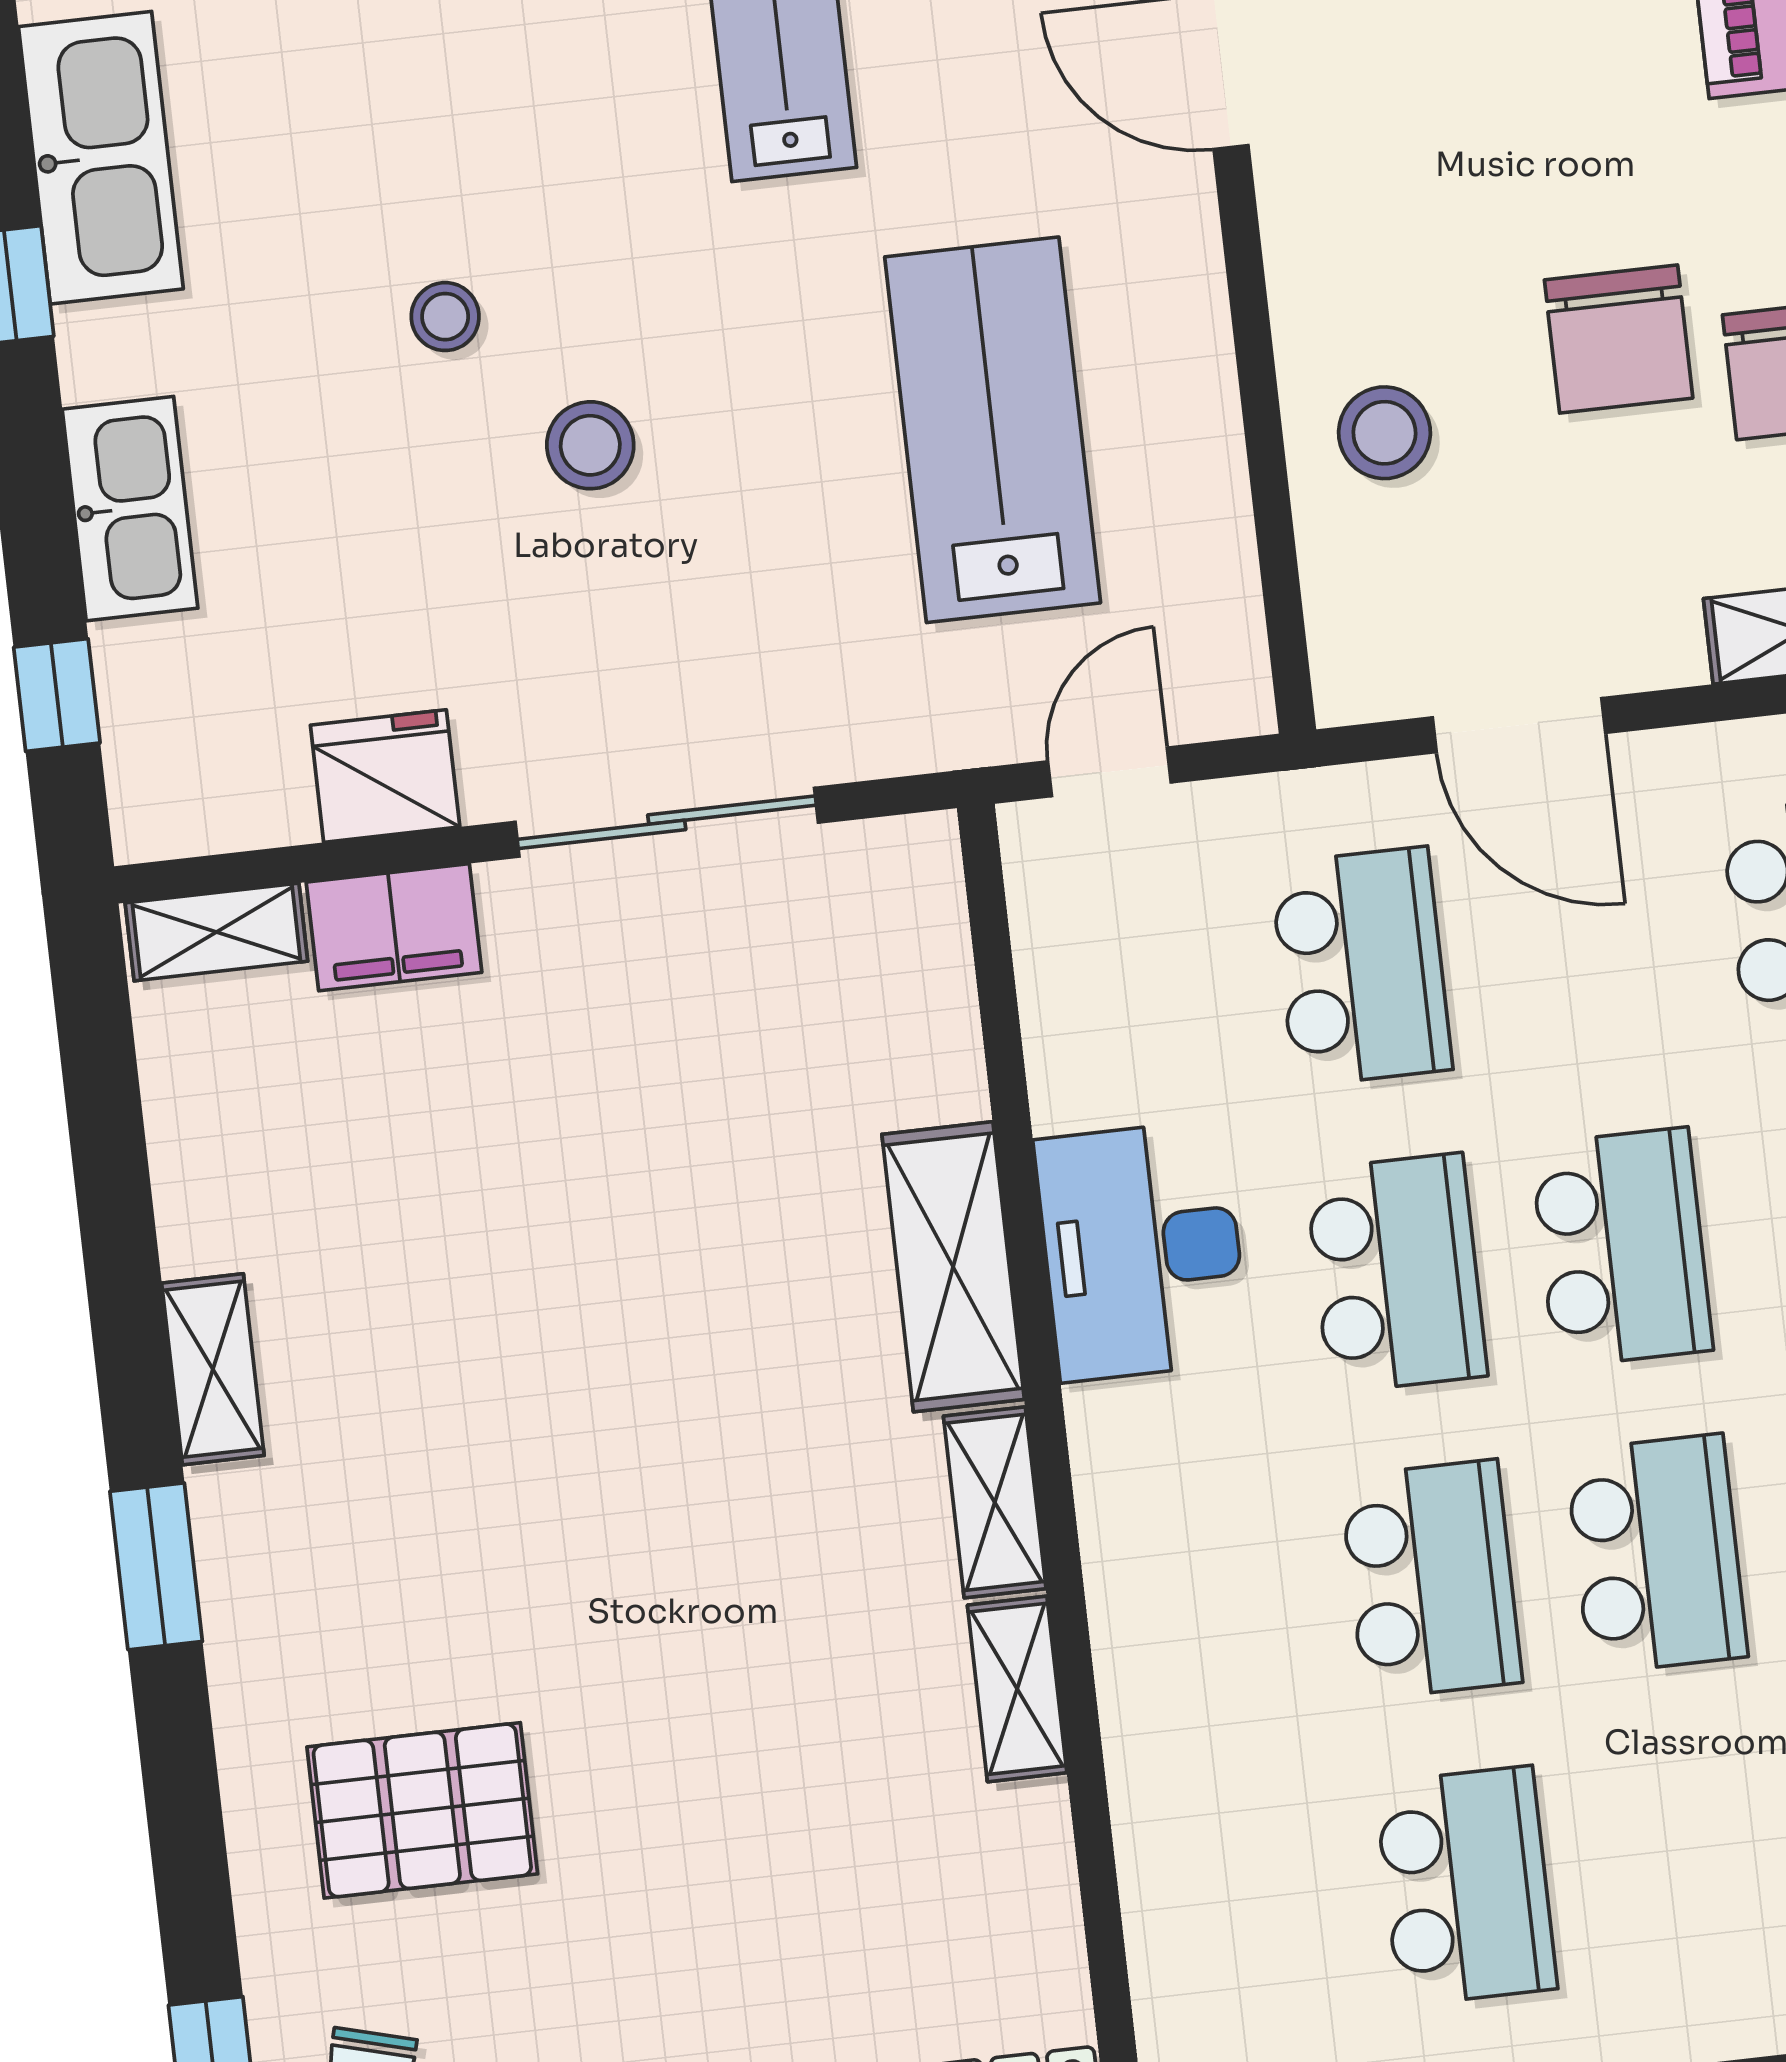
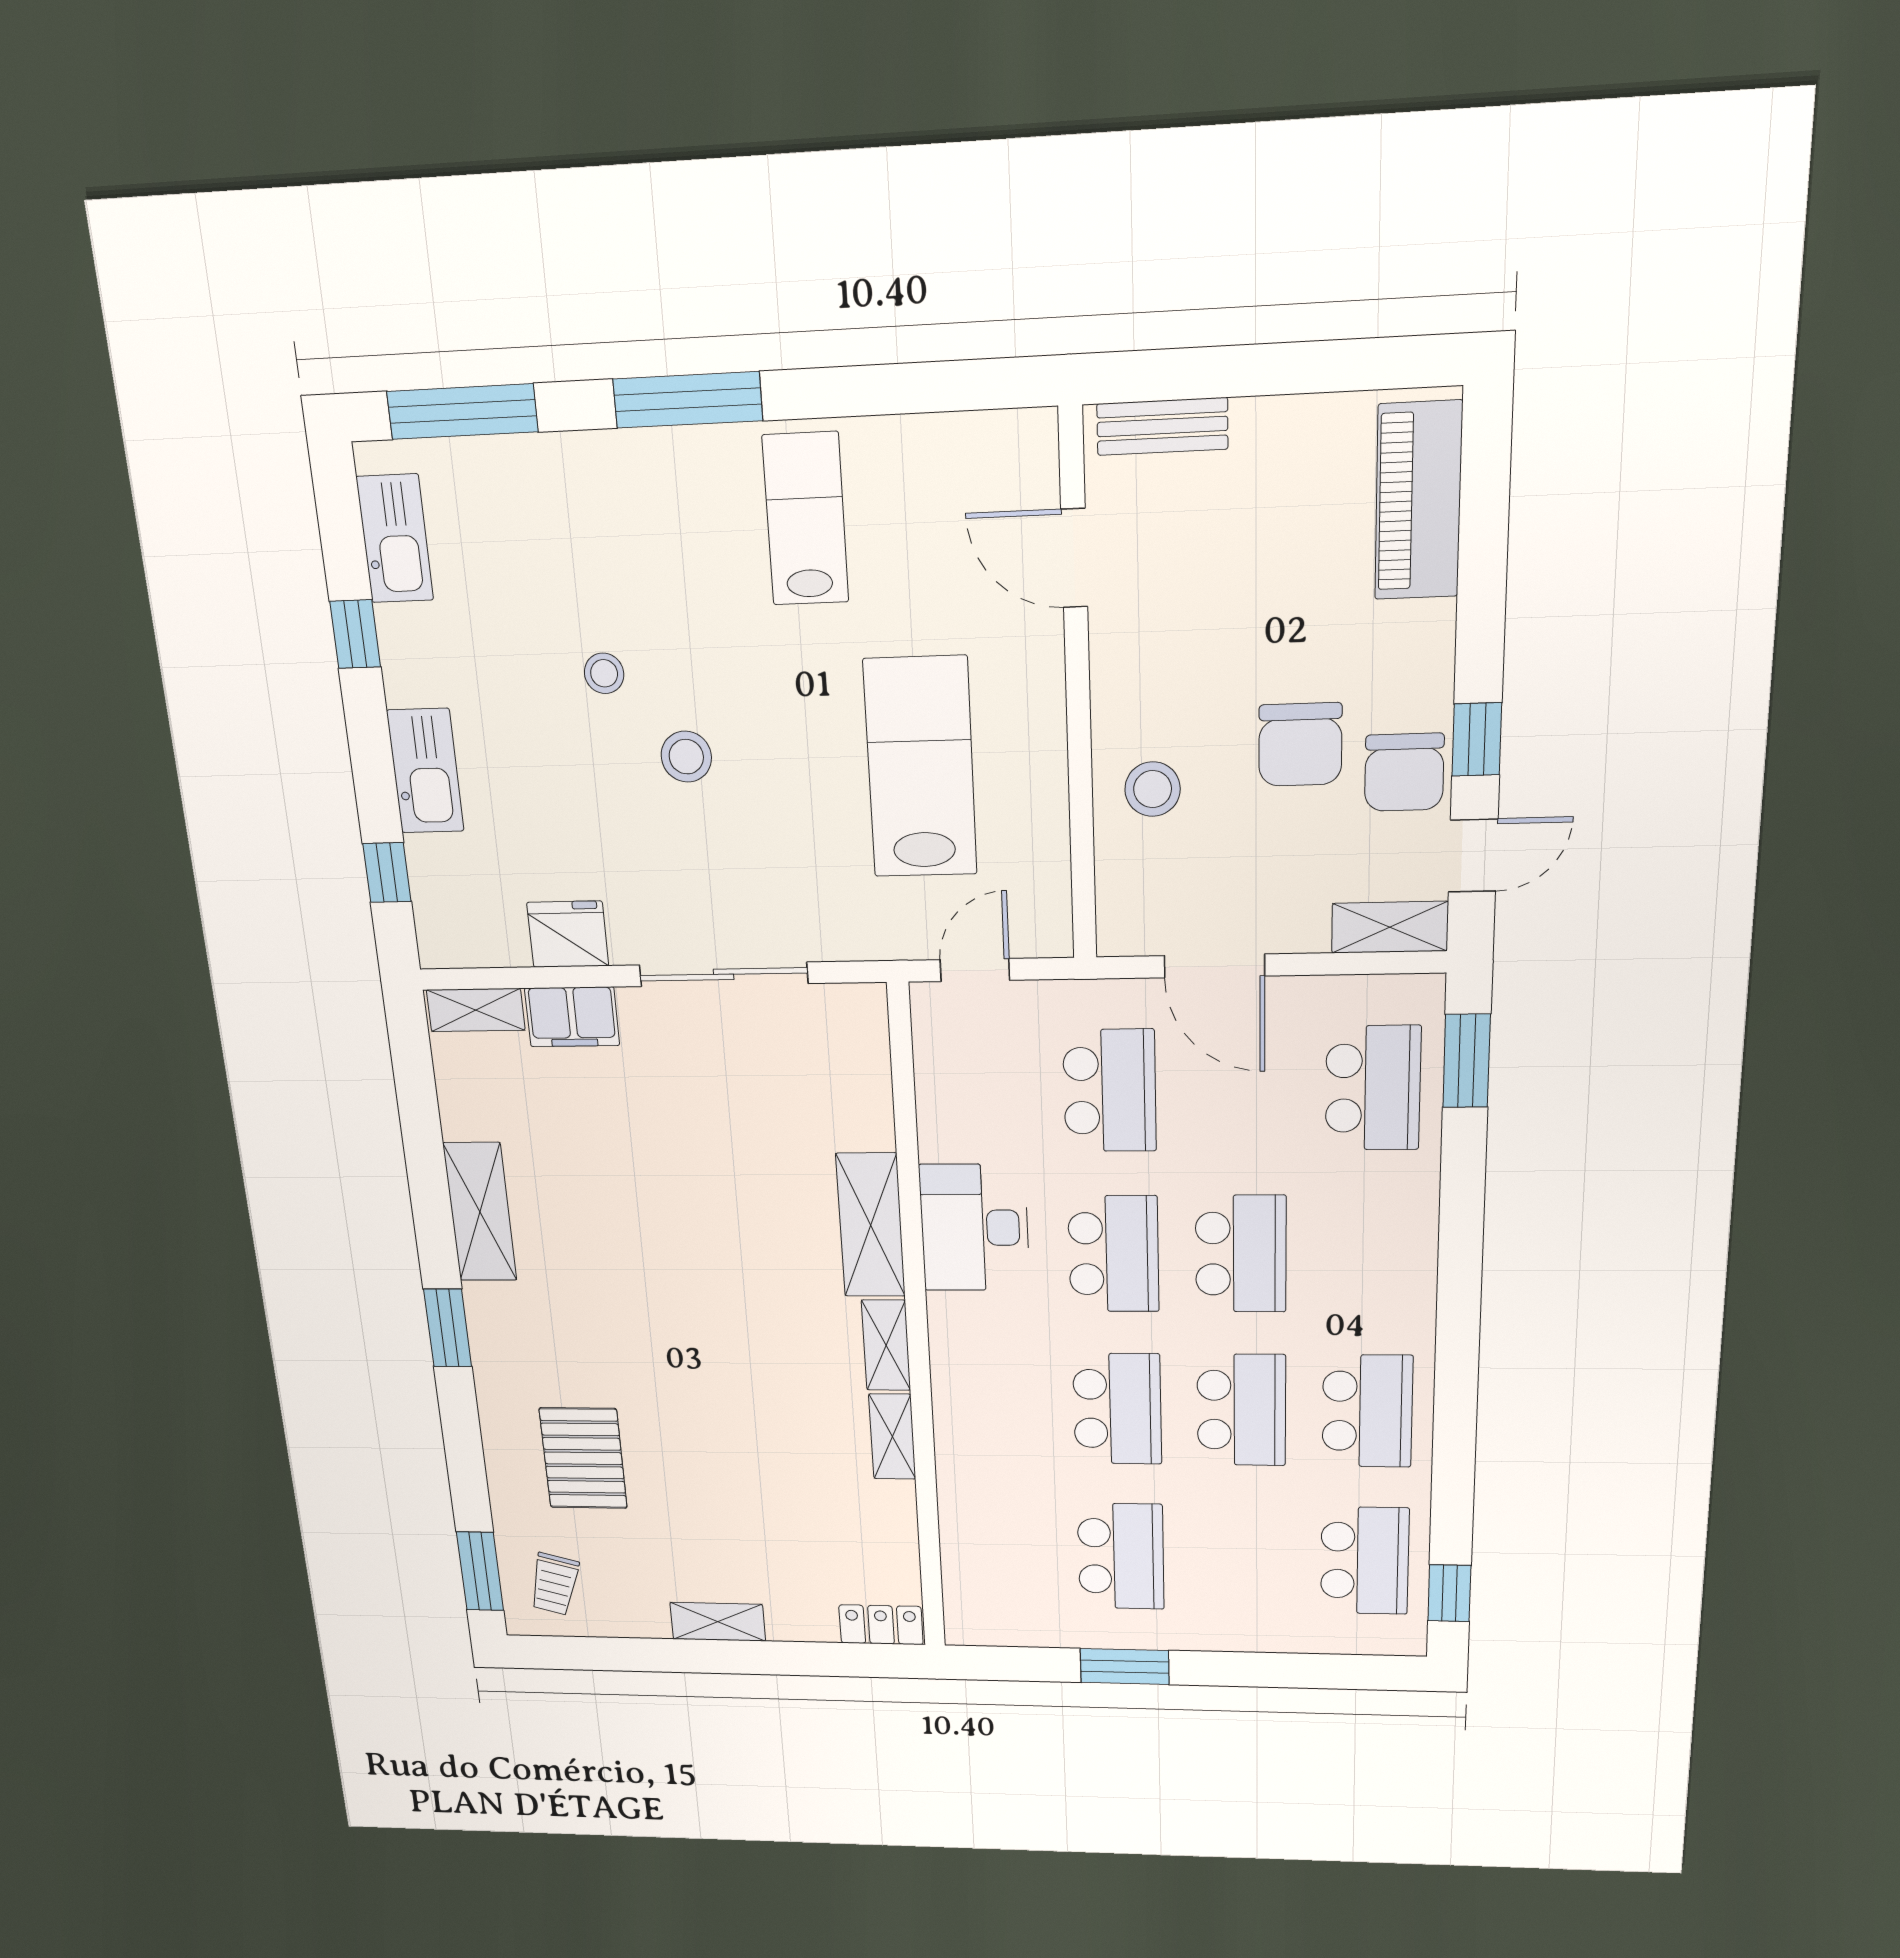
kitchen sink: (101, 158) -> (395, 539), width x0.73, depth x0.81
shelving: (213, 1369) -> (480, 1212), width x1.50, depth x1.33
pallet: (422, 1810) -> (583, 1458), turned 90

